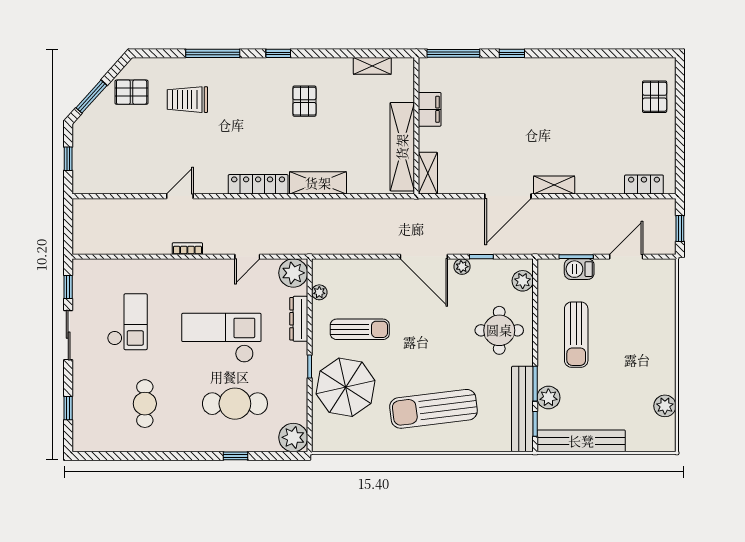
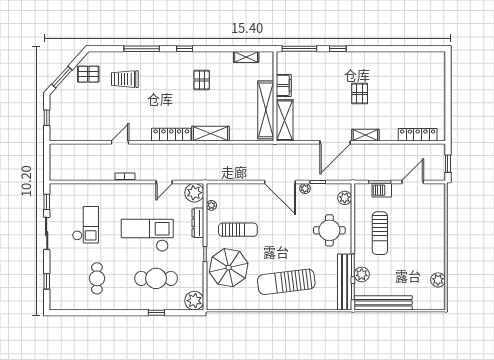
pallet: (655, 97) -> (360, 94), moved
shelving: (428, 173) -> (285, 120), width x1.50, depth x1.33
locker: (644, 185) -> (418, 135), width x1.53

